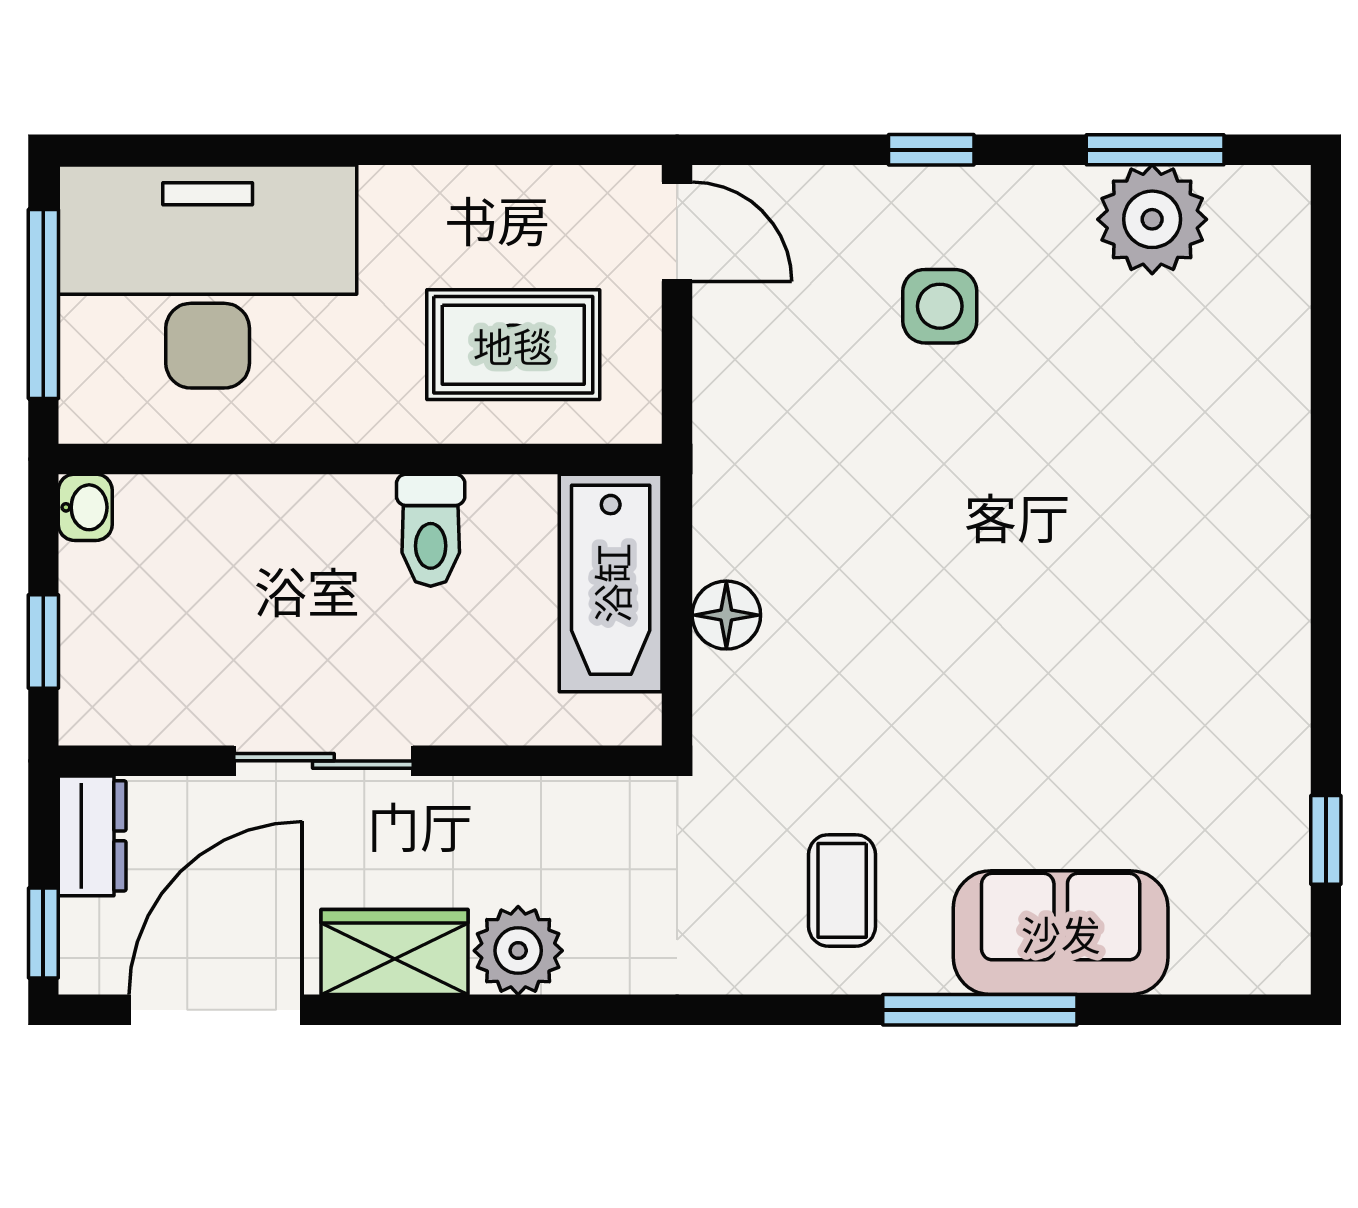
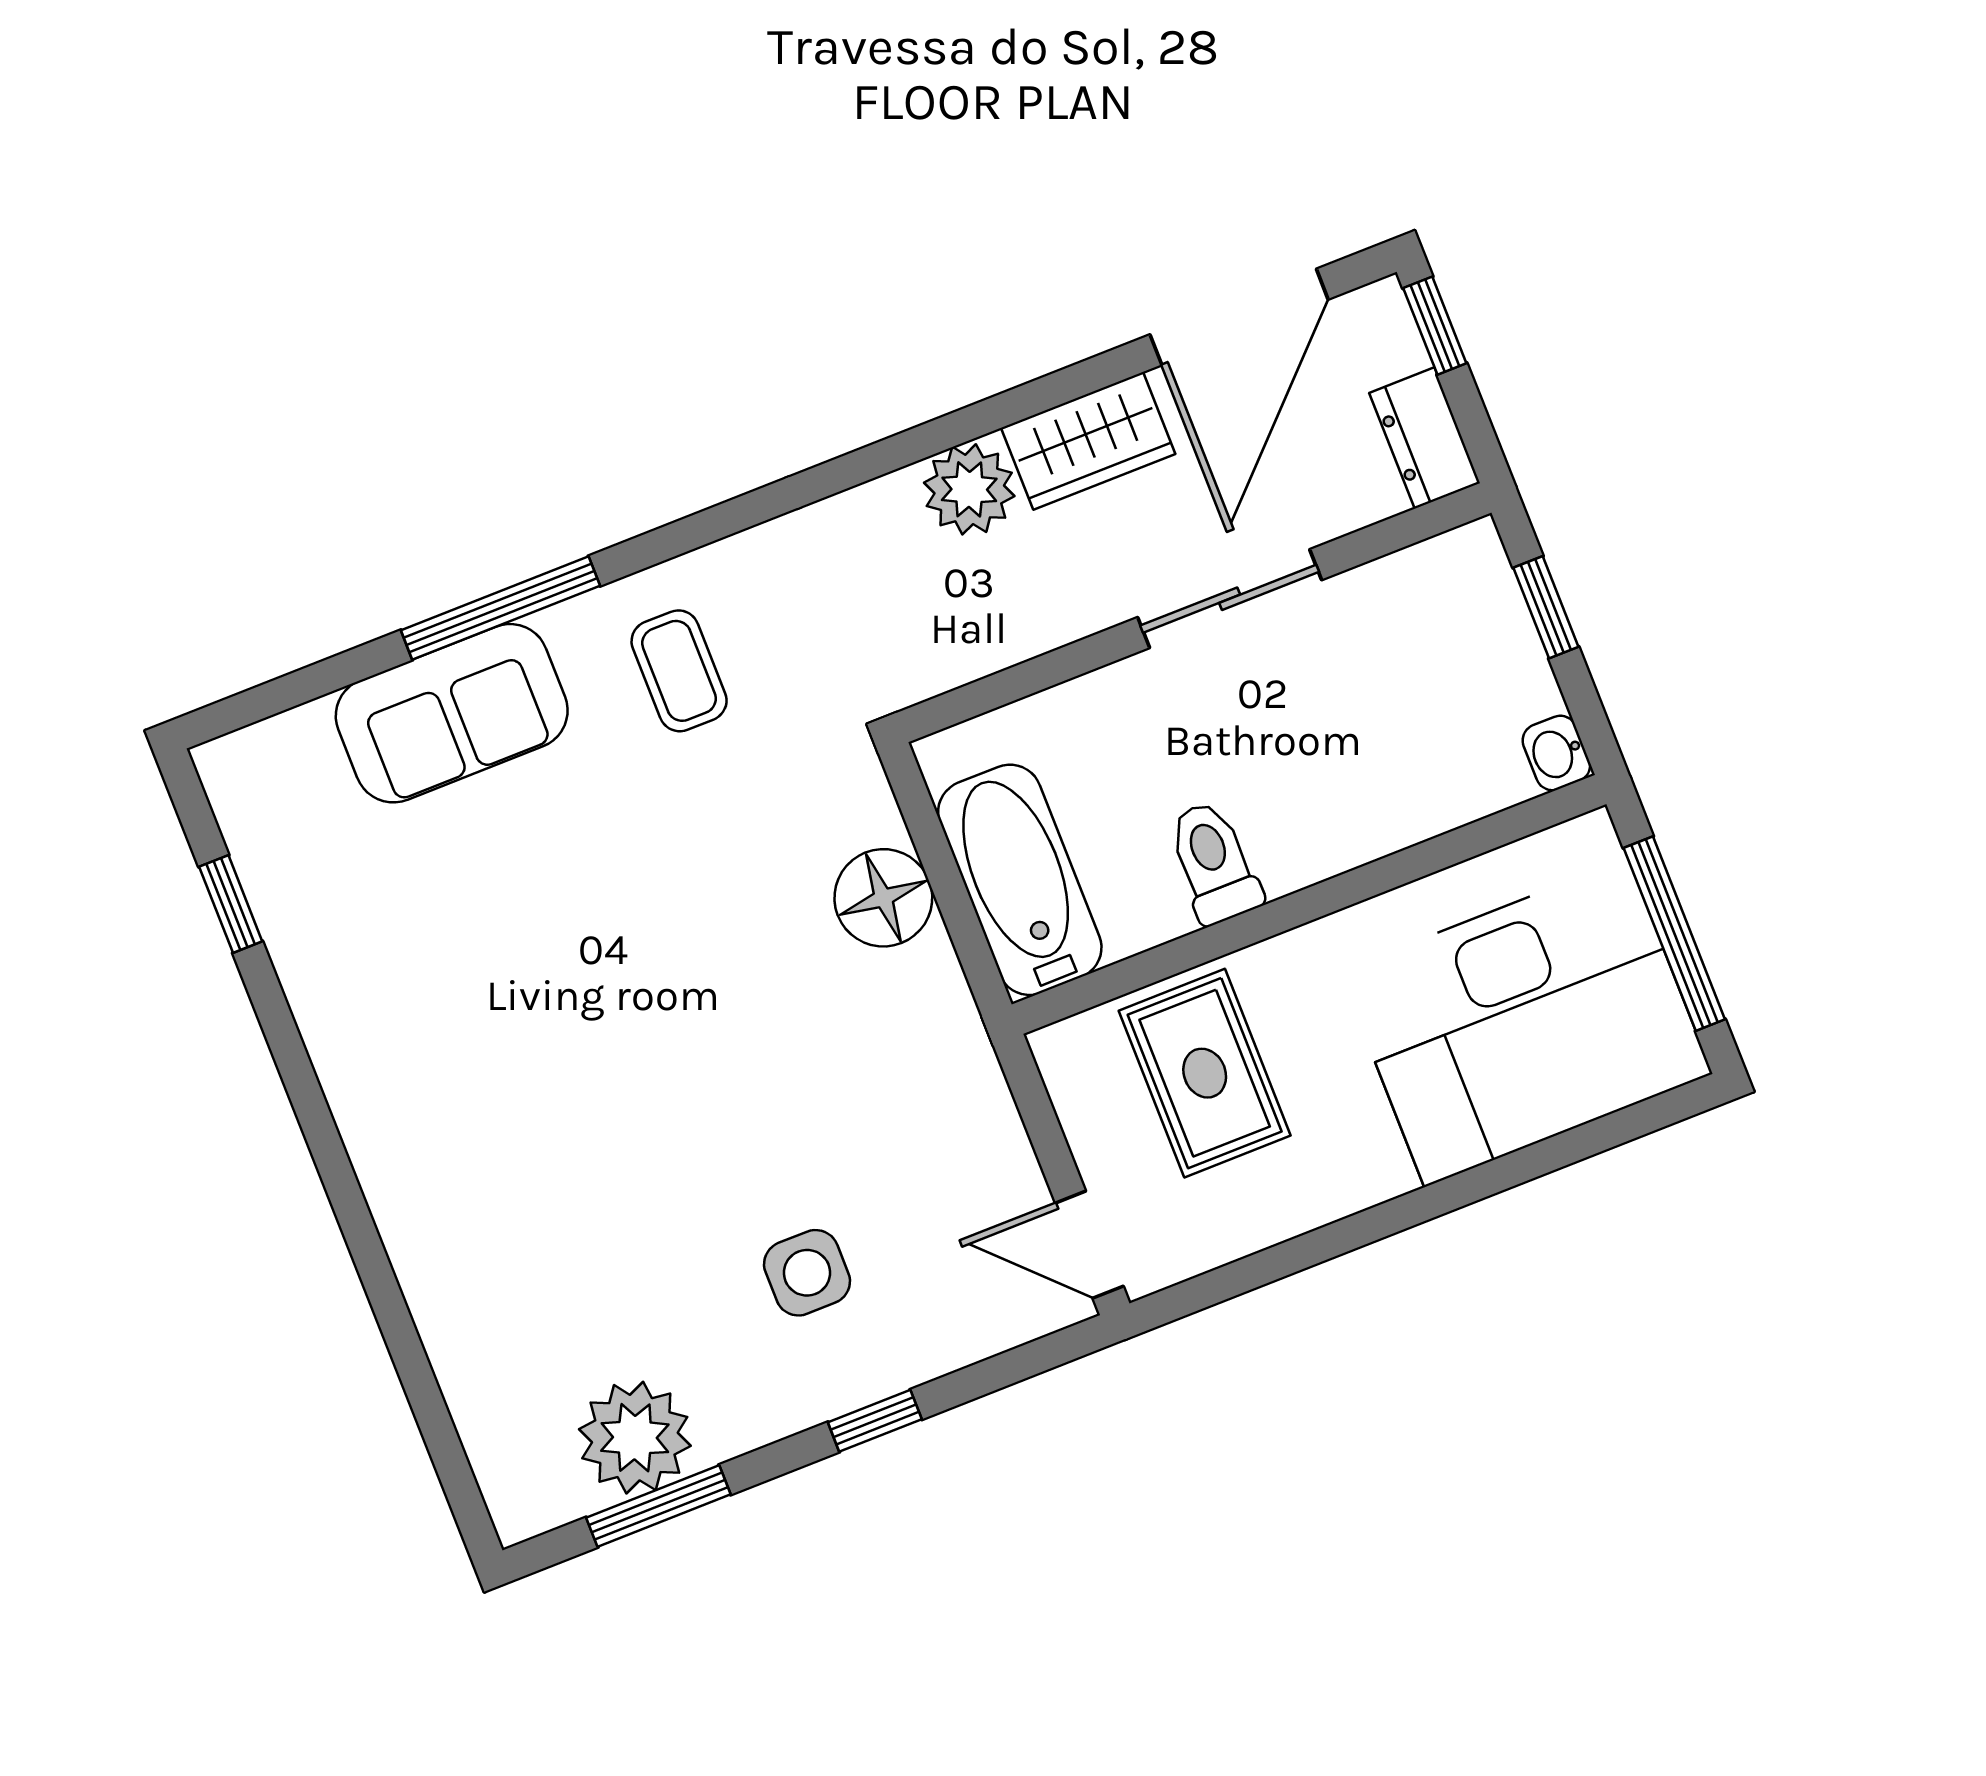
rug: (513, 345) -> (1205, 1073), turned 90
floor lamp: (726, 615) -> (883, 898), width x1.38, depth x1.38

